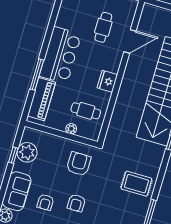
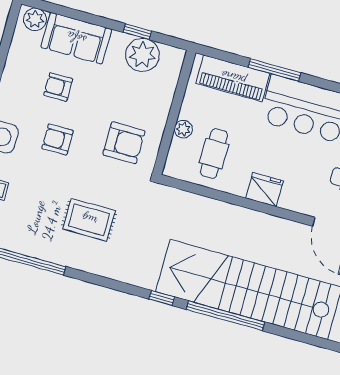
rug: (136, 184) -> (89, 220), moved, turned 90

